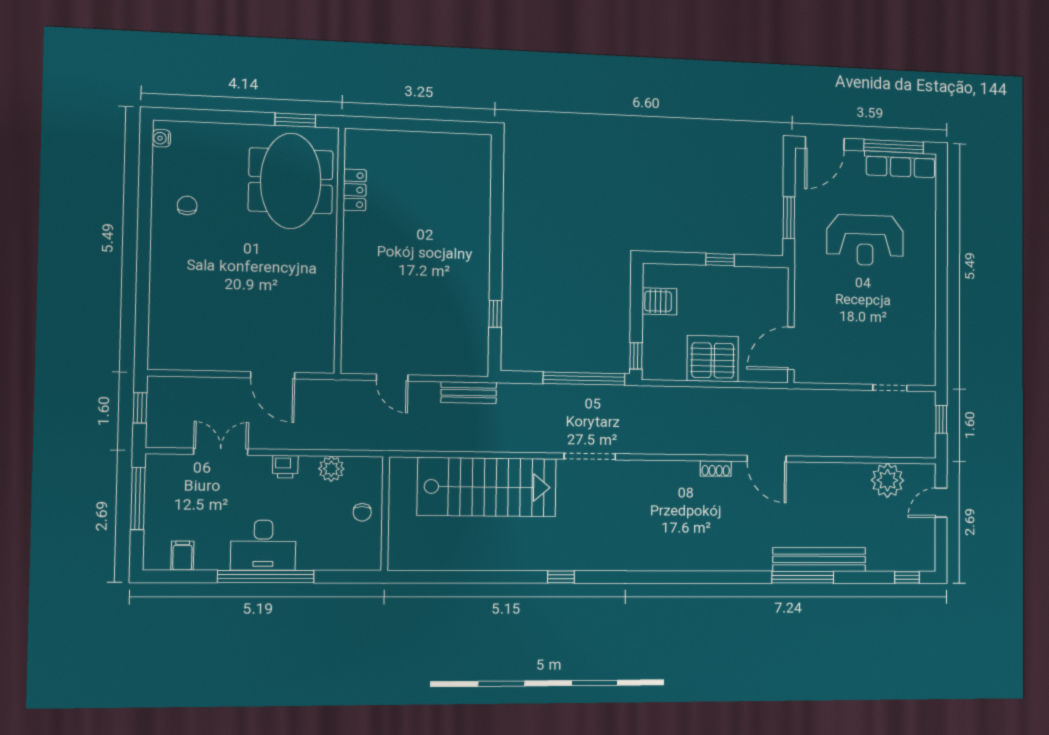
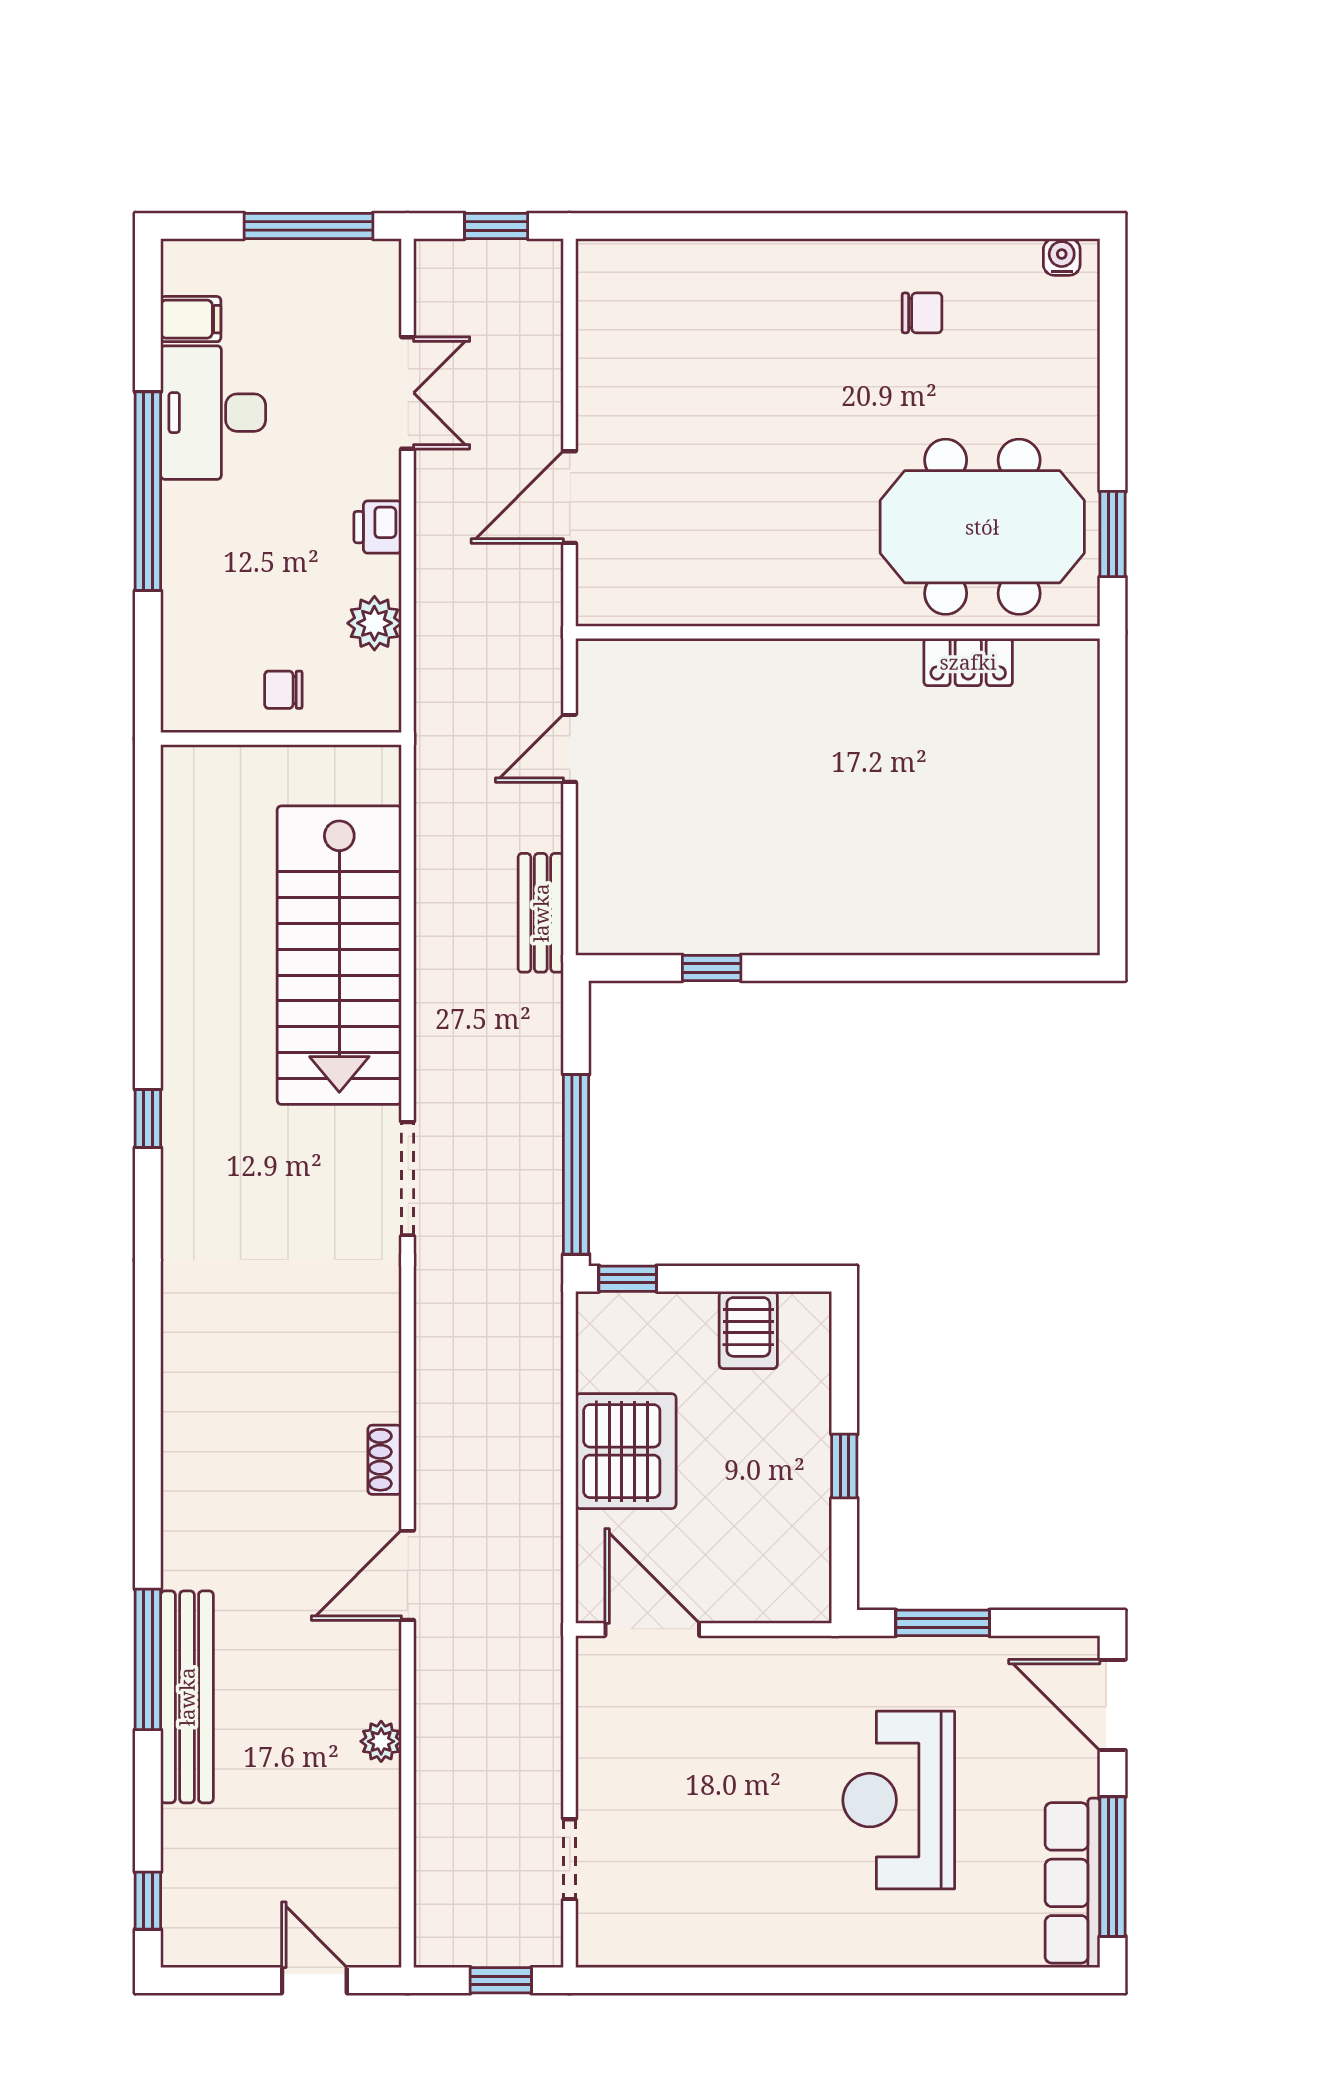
plant: (887, 480) -> (381, 1741), moved, width x0.53, depth x0.53
desk: (263, 545) -> (213, 413), moved

